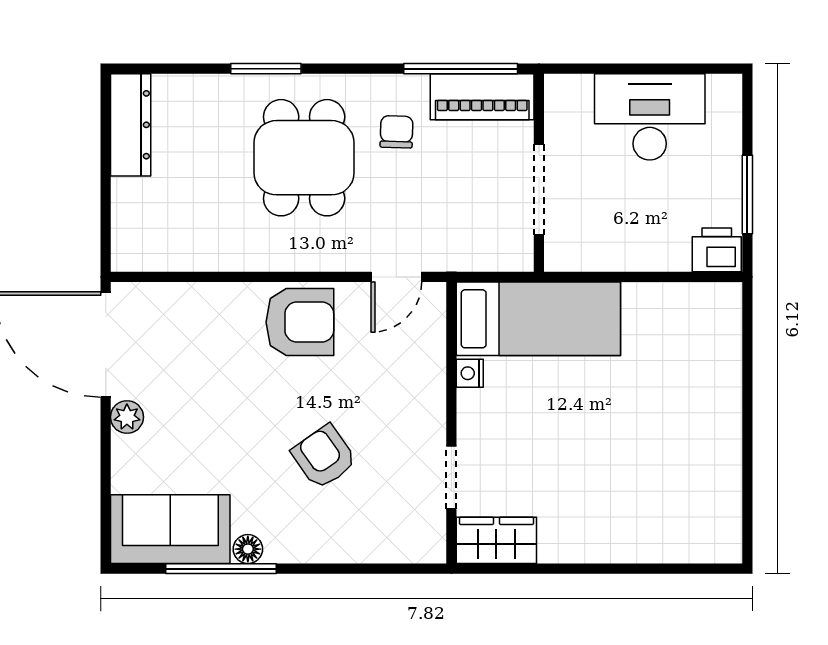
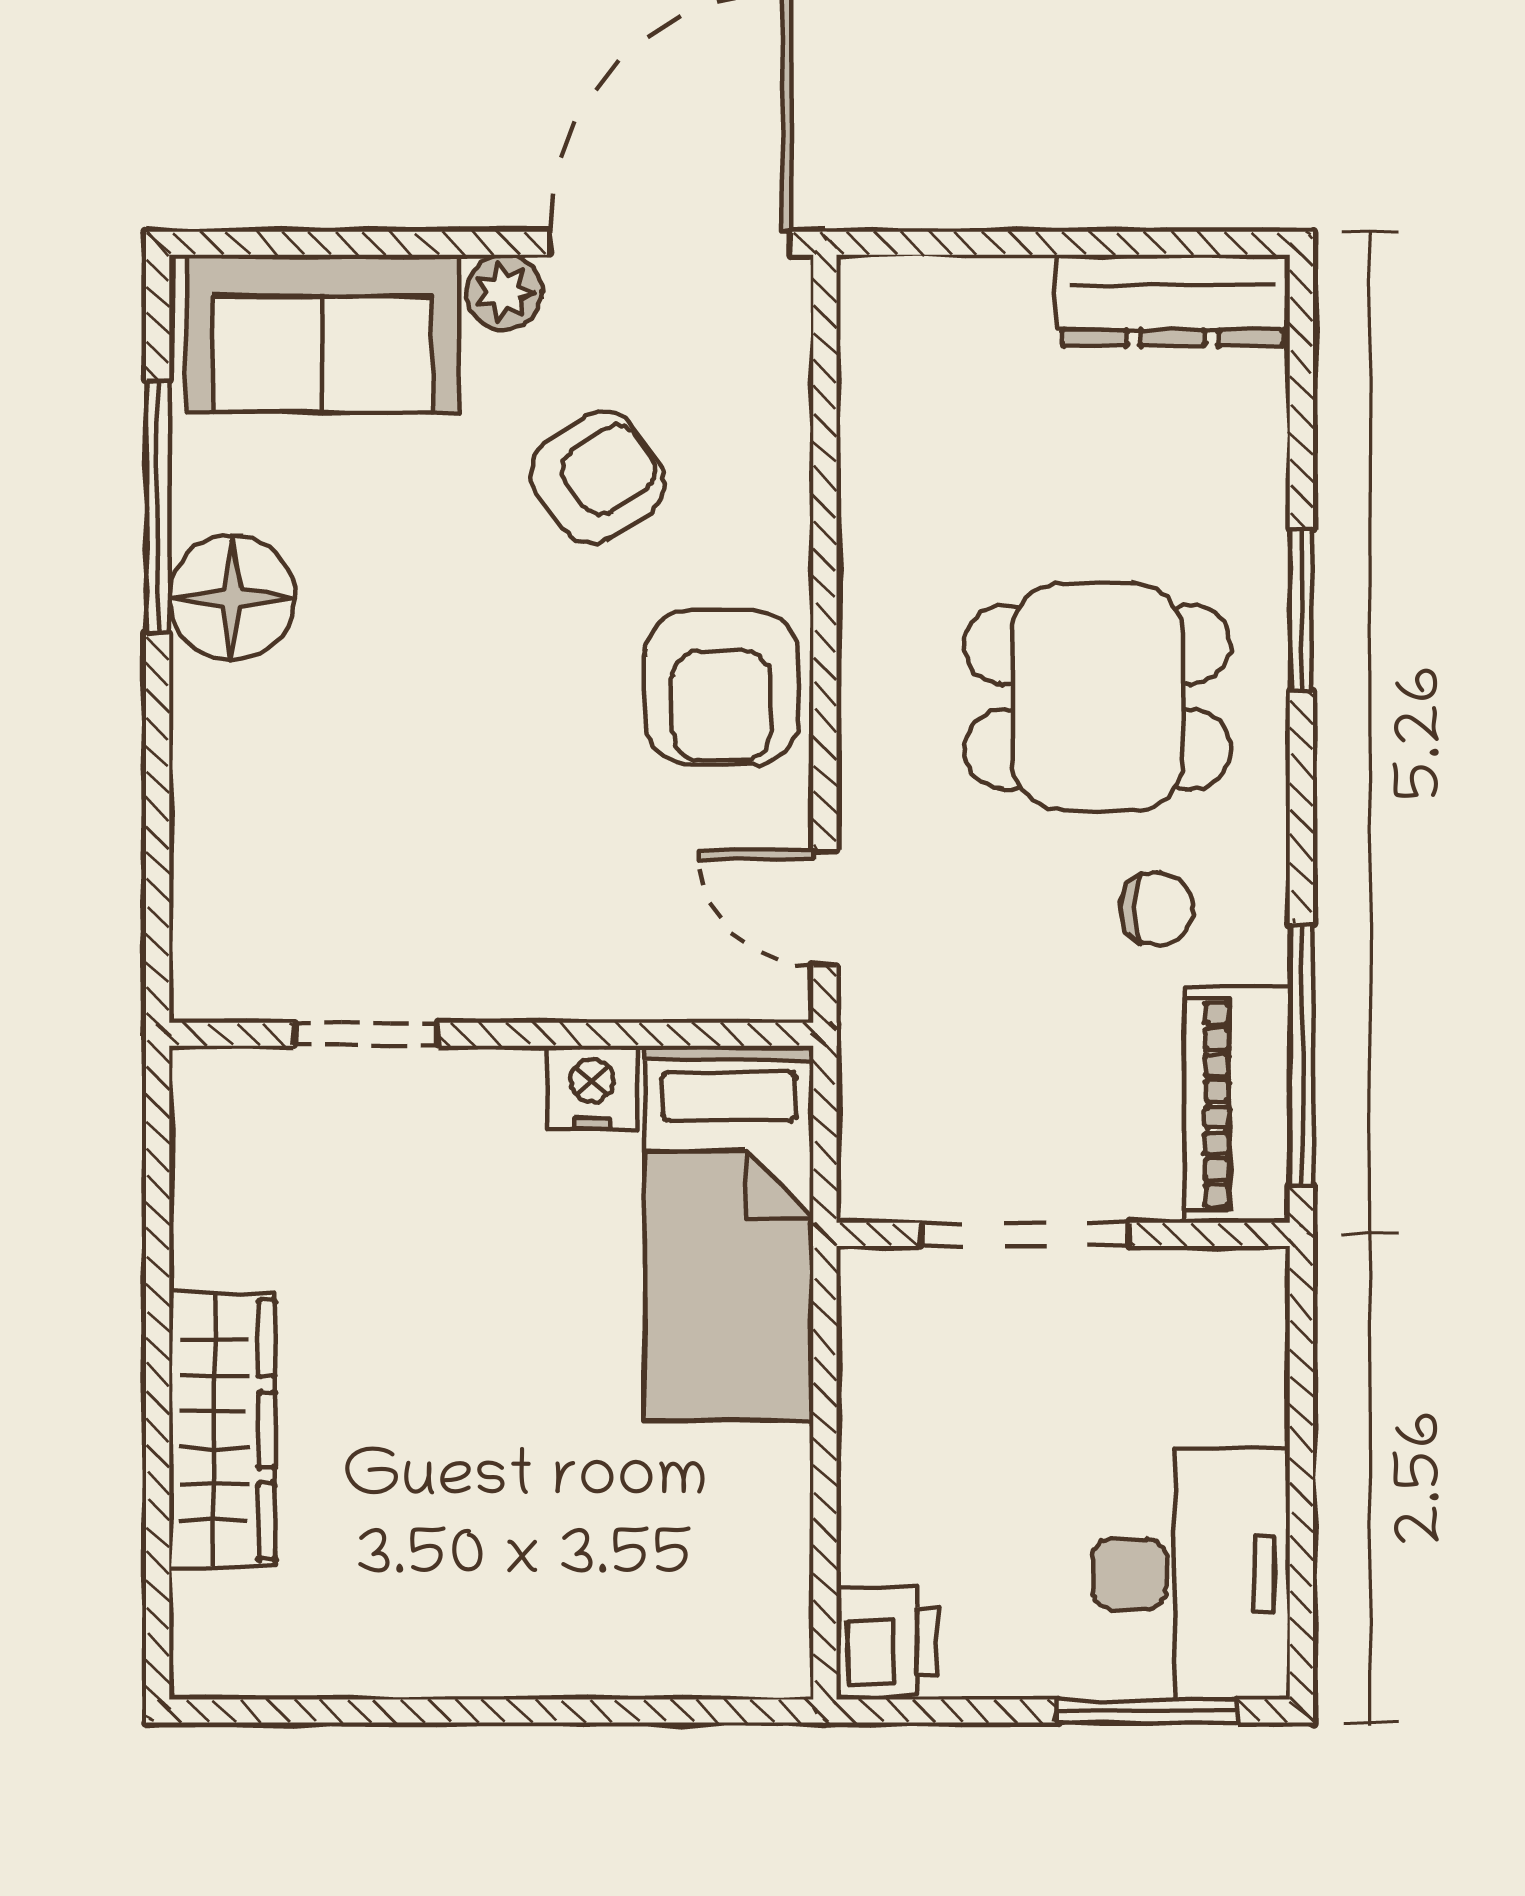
desk: (650, 117) -> (1191, 1573), moved
window: (747, 194) -> (1146, 1711), moved
nightstand: (470, 373) -> (592, 1087), width x1.39, depth x1.35
armchair: (324, 457) -> (598, 477), moved
sofa: (170, 529) -> (323, 334), moved, turned 90
wardrobe: (496, 540) -> (222, 1430), moved, width x1.50
floor lamp: (248, 549) -> (232, 598), width x1.89, depth x1.89

